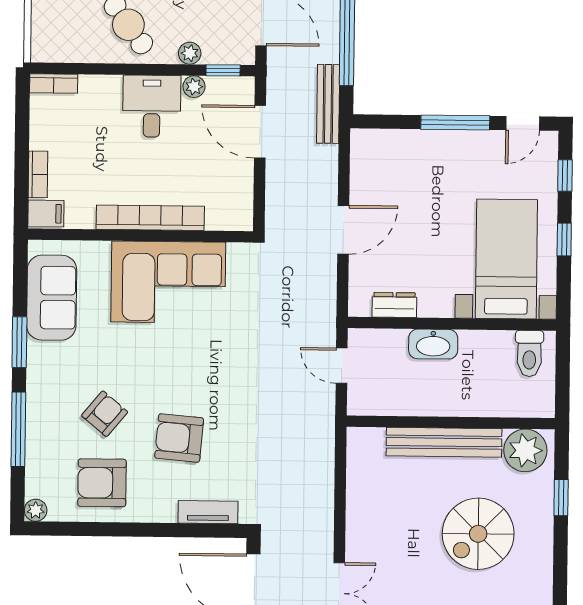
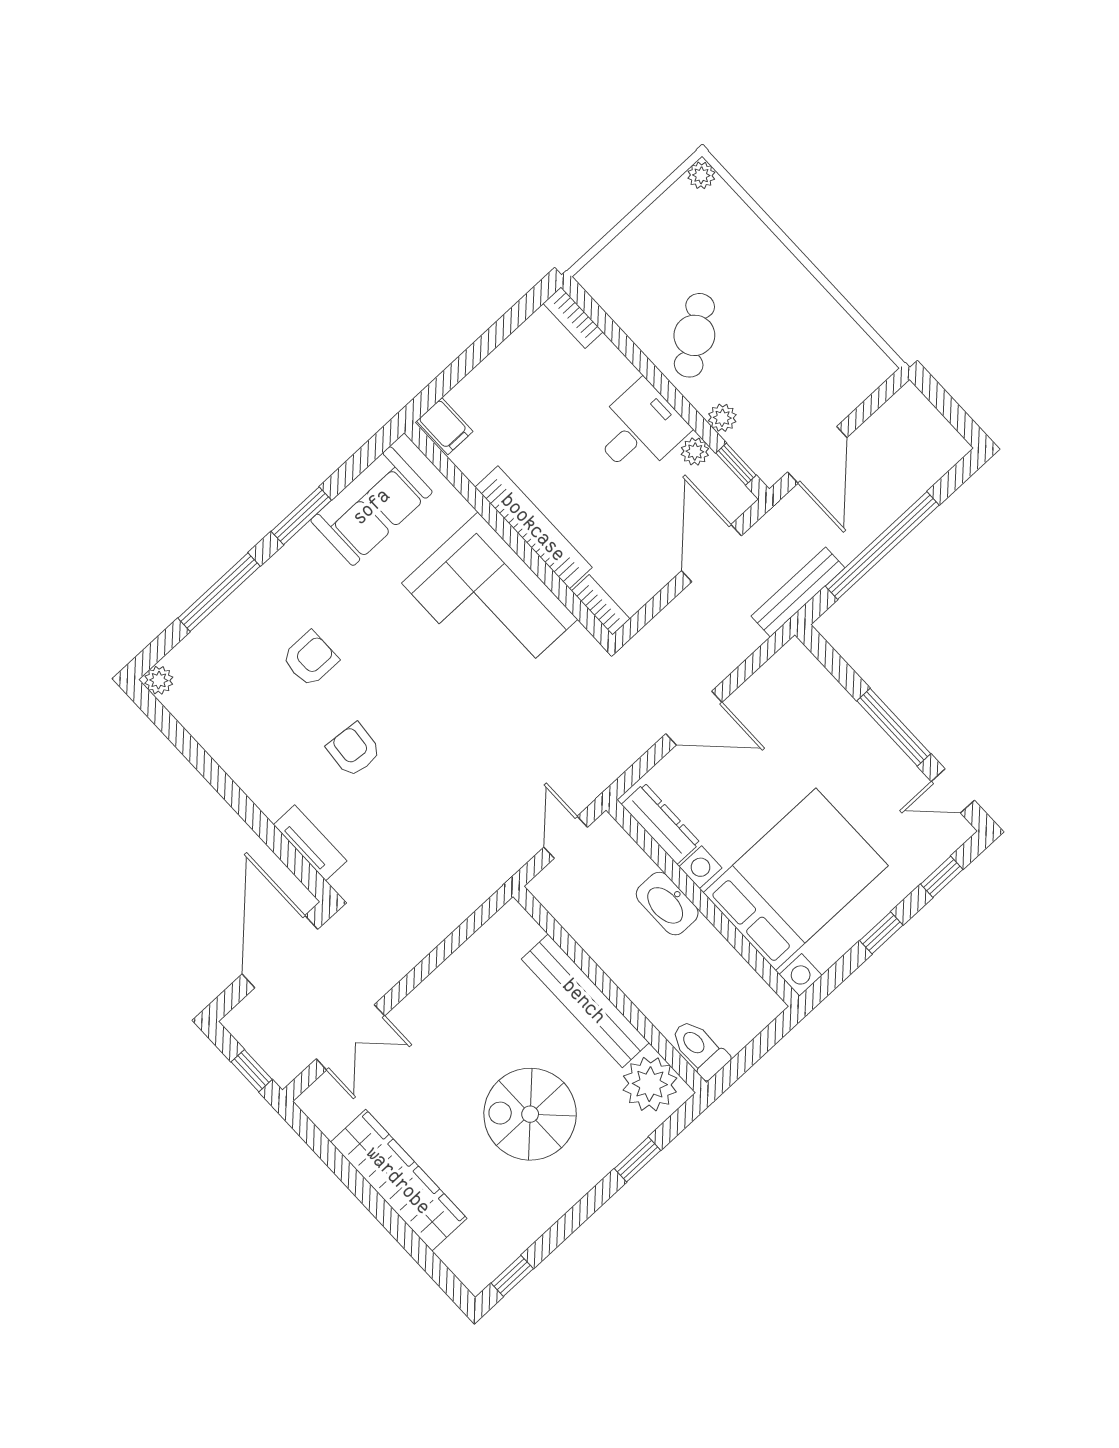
bookcase: (38, 174) -> (601, 605), moved, turned -90
bed with nightstands: (506, 259) -> (796, 879), width x1.36
dresser: (394, 305) -> (661, 823), width x1.44
toilet: (529, 353) -> (699, 1049), moved, turned 90
armchair: (105, 414) -> (310, 659), turned -40
armchair: (179, 438) -> (354, 750), width x0.72, depth x0.72
armchair: (102, 483) -> (243, 718), removed

